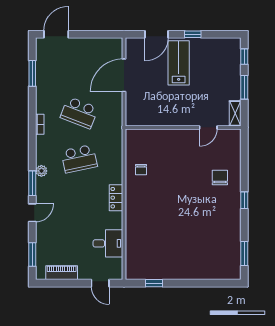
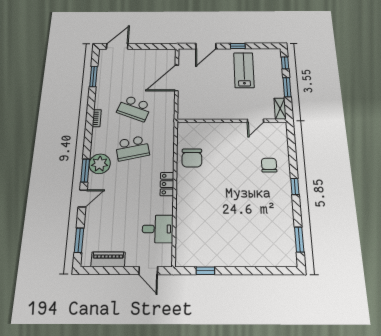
lab bench: (179, 63) -> (244, 70), moved
chair: (141, 170) -> (192, 158), width x1.87, depth x1.87
plant: (41, 171) -> (100, 164), width x1.88, depth x1.88

